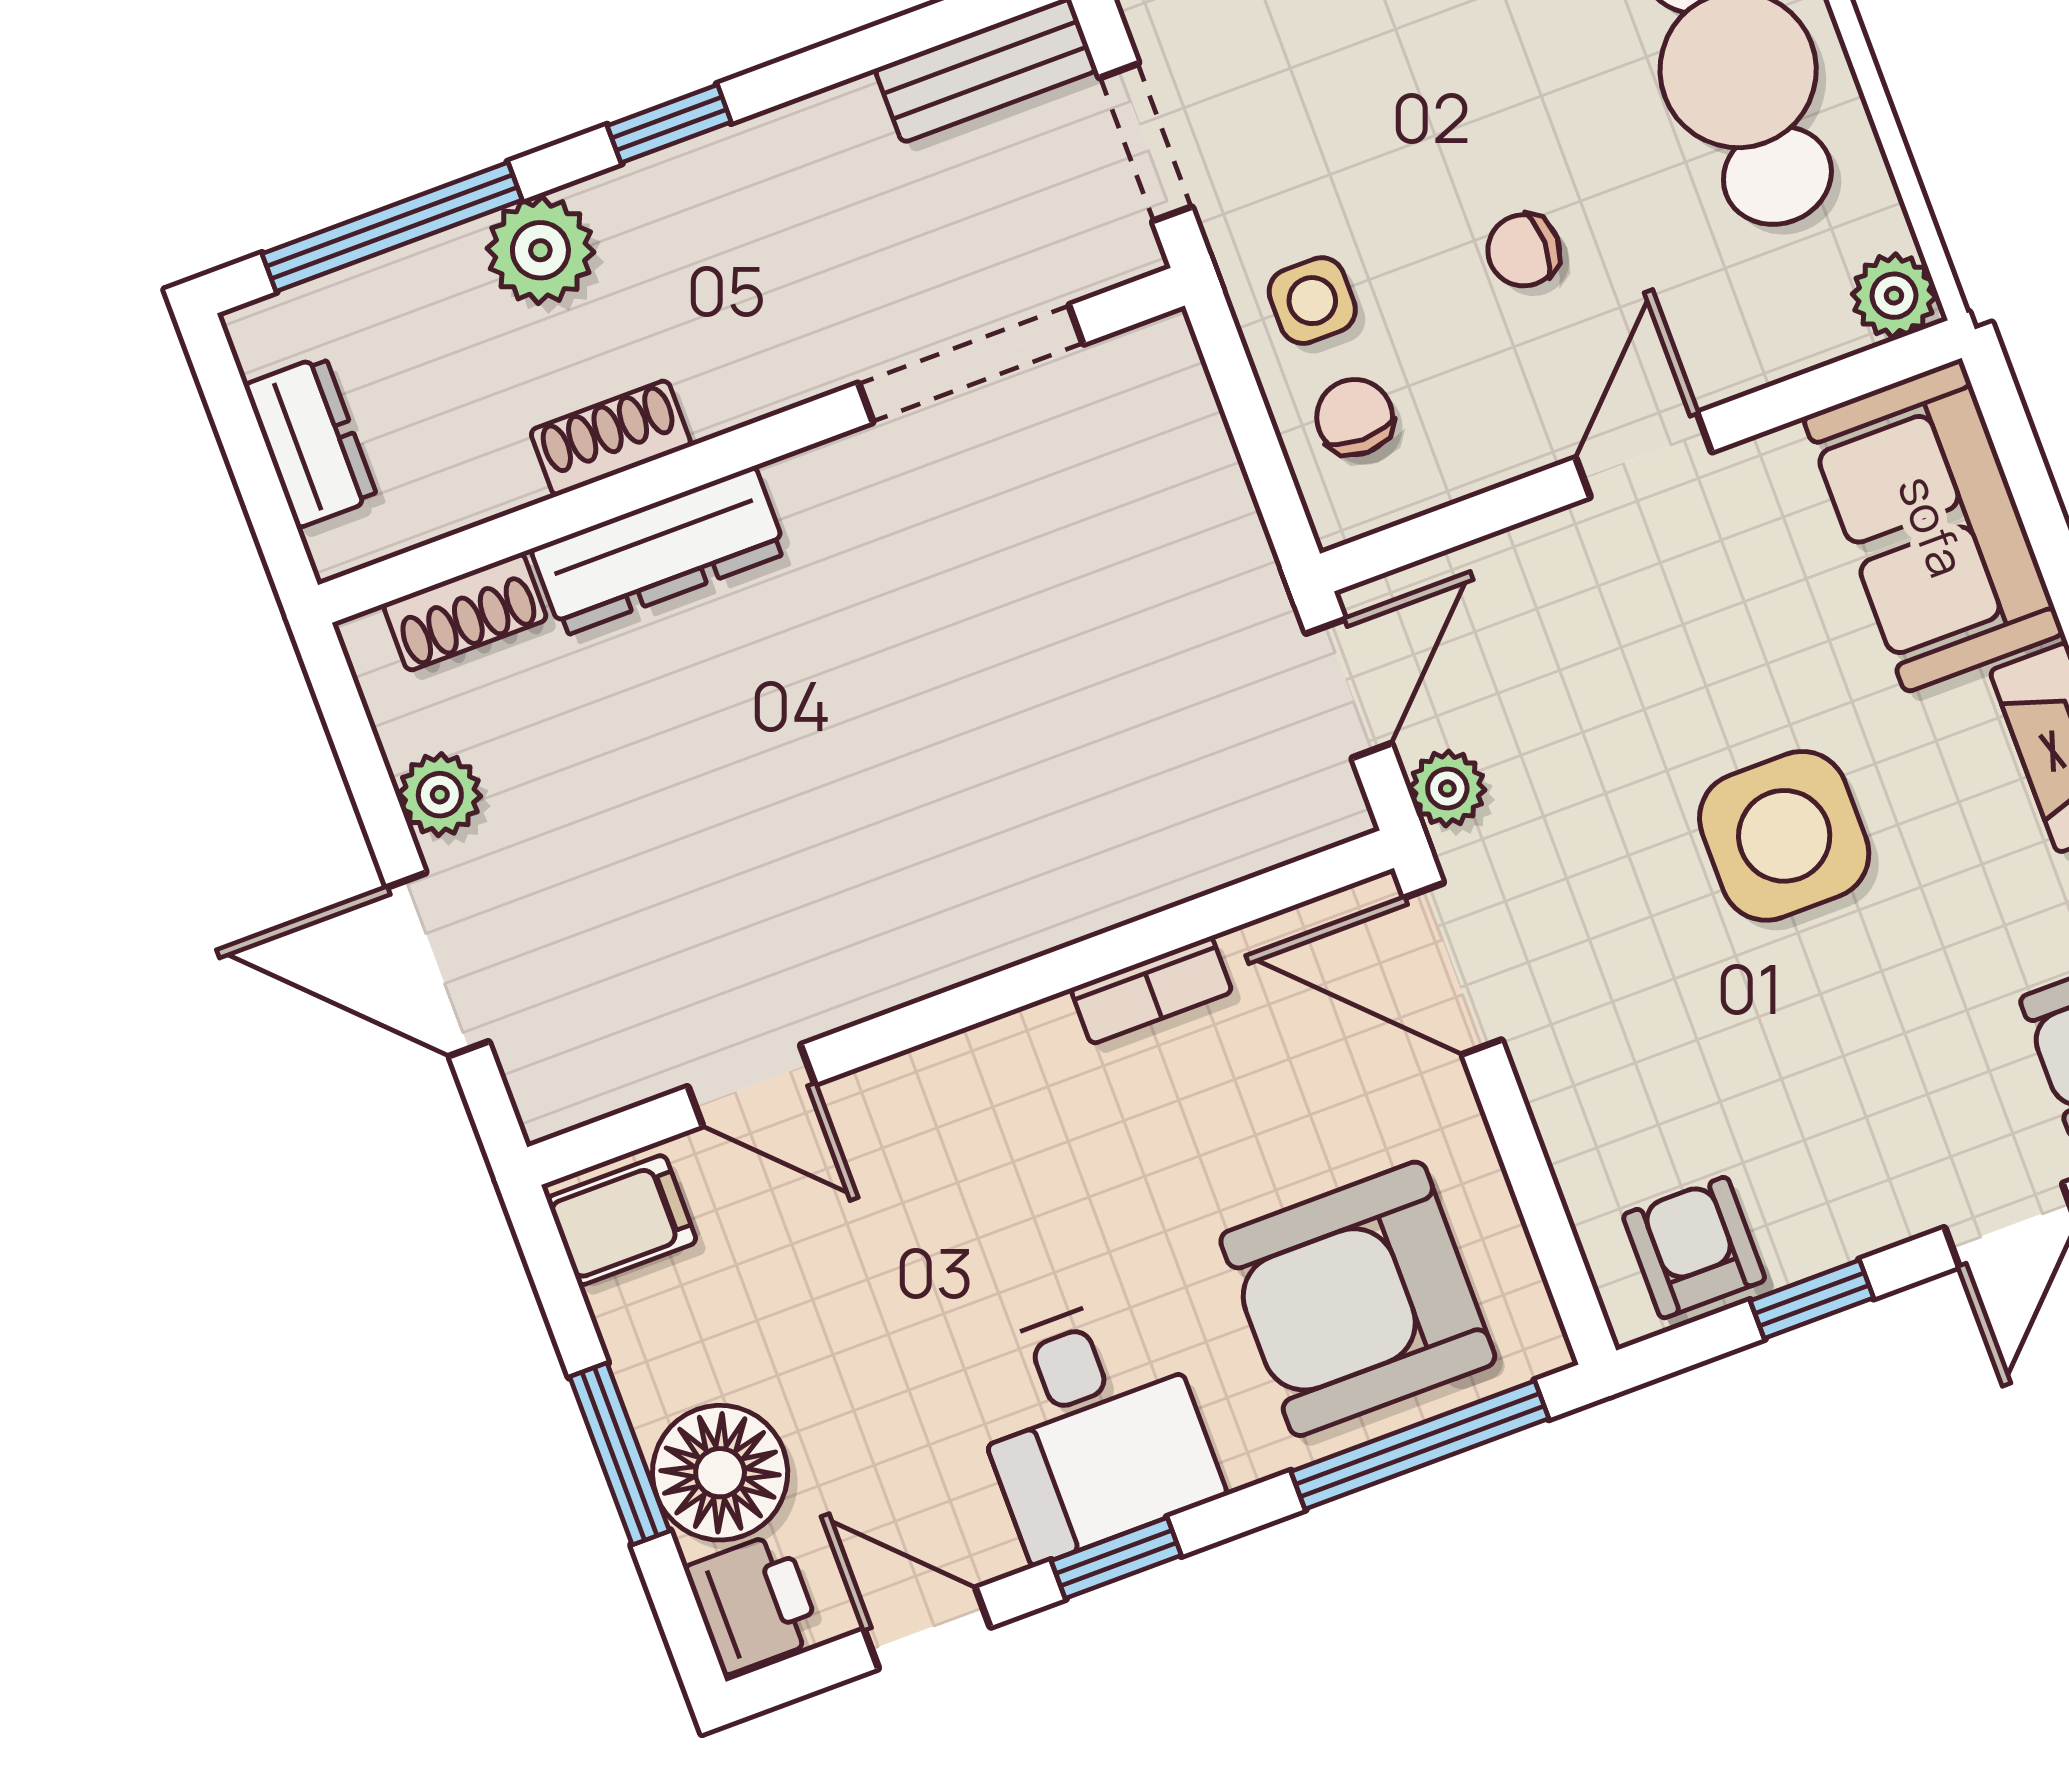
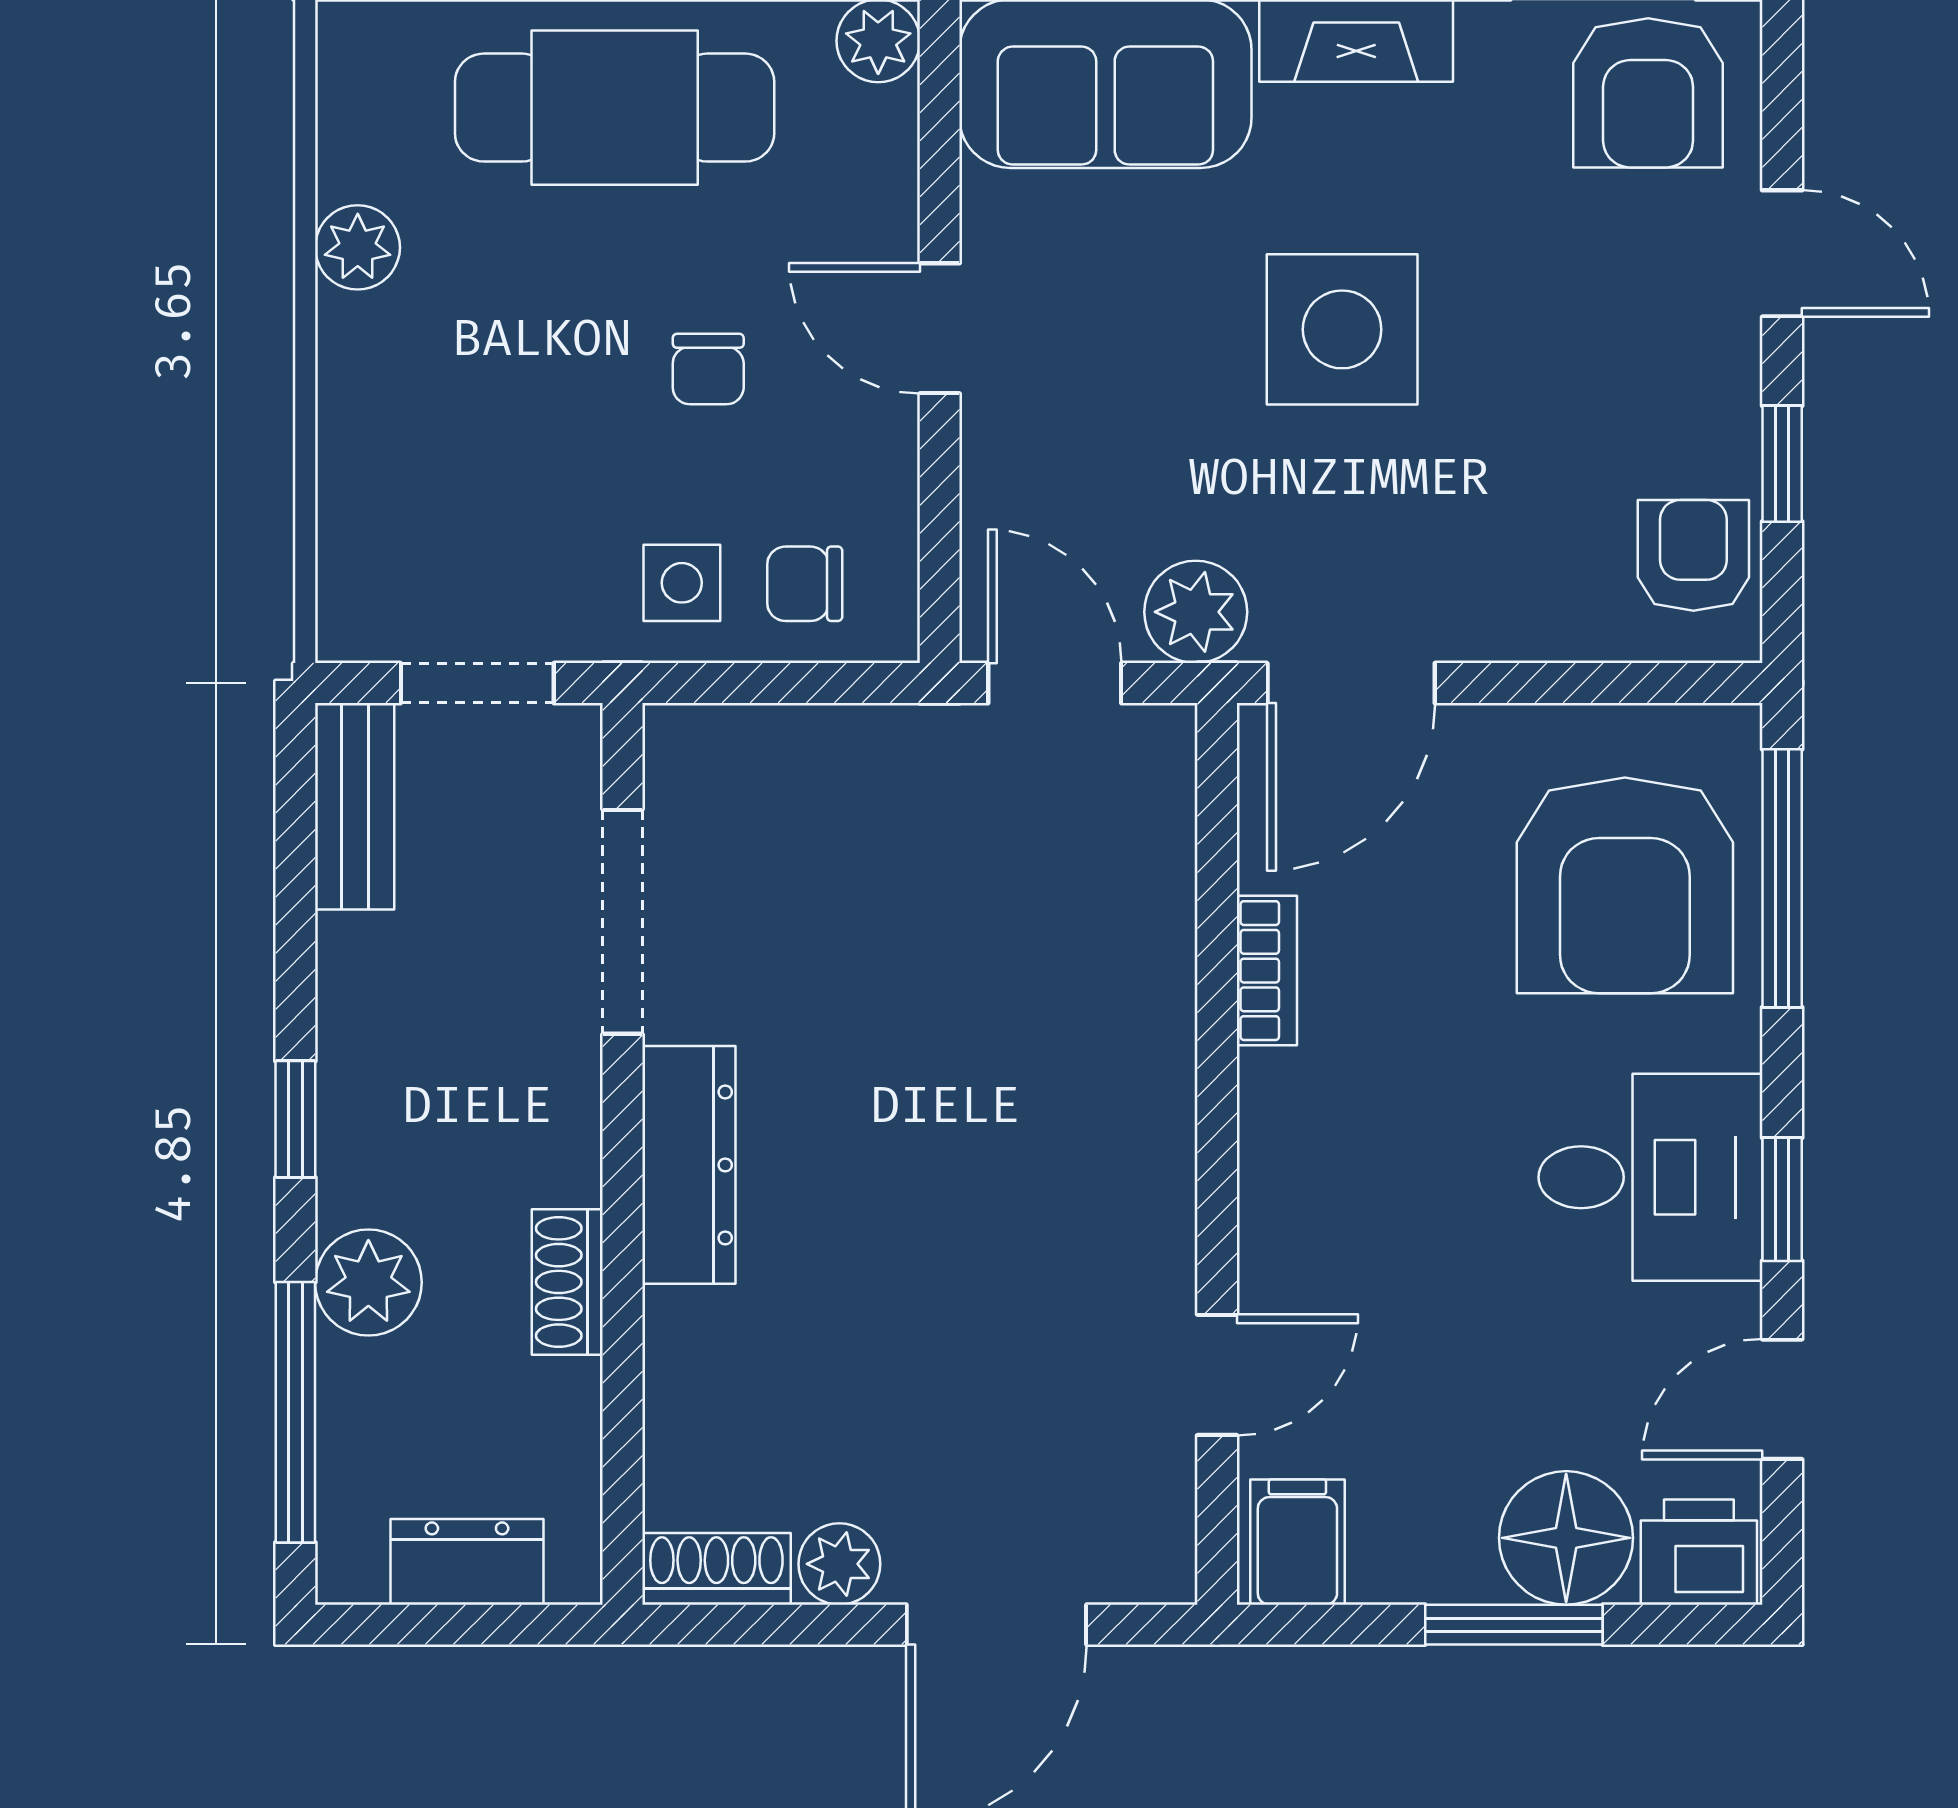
dresser: (659, 551) -> (689, 1165), moved
shoe rack: (465, 612) -> (716, 1569), moved, turned -90
plant: (1447, 788) -> (1196, 612), width x1.38, depth x1.38
armchair: (1694, 1248) -> (1693, 555), turned 90

